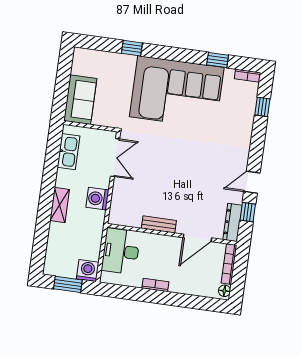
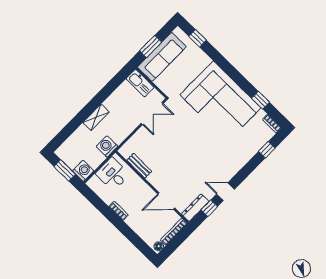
window: (132, 48) -> (198, 38), moved
window: (62, 89) -> (151, 46), added
sofa: (80, 100) -> (162, 57), width x1.36
kitchen sink: (68, 152) -> (140, 83), moved, turned 90
washing machine: (97, 199) -> (107, 146), moved
bench: (159, 224) -> (139, 166), moved
desk: (121, 251) -> (113, 174), width x0.73

